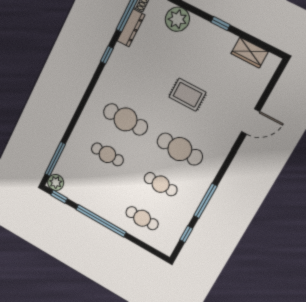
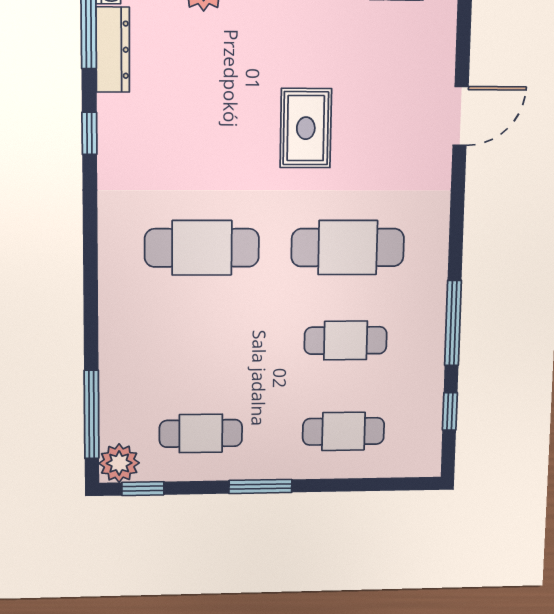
rug: (187, 95) -> (306, 128), turned 90
cafe table: (107, 154) -> (201, 433), moved
window: (101, 221) -> (260, 486), width x0.47

